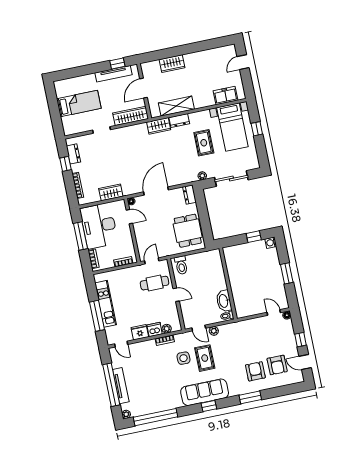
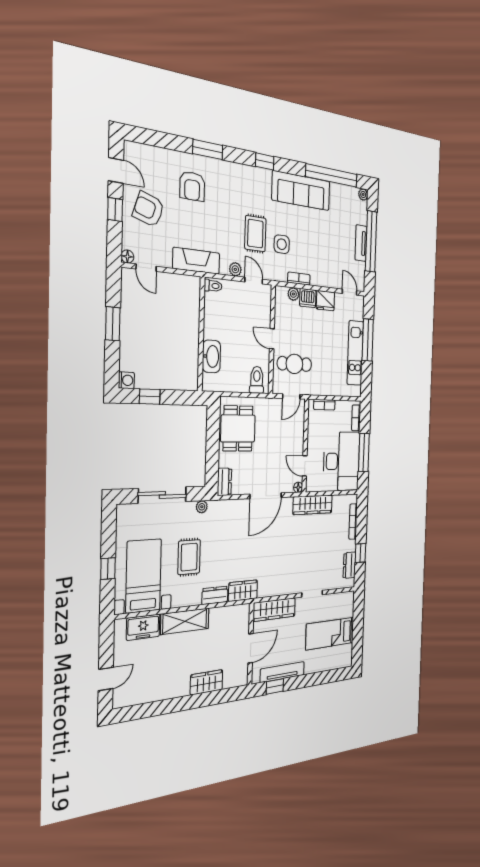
shelving: (176, 106) -> (185, 621), moved
wardrobe: (111, 192) -> (313, 505), width x1.50
washbasin: (224, 301) -> (211, 356), moved
fireplace: (242, 327) -> (196, 261), added
armchair: (277, 365) -> (148, 209), moved, turned -72
tv unit: (121, 386) -> (361, 243), width x0.71
sofa: (205, 392) -> (301, 191), moved

